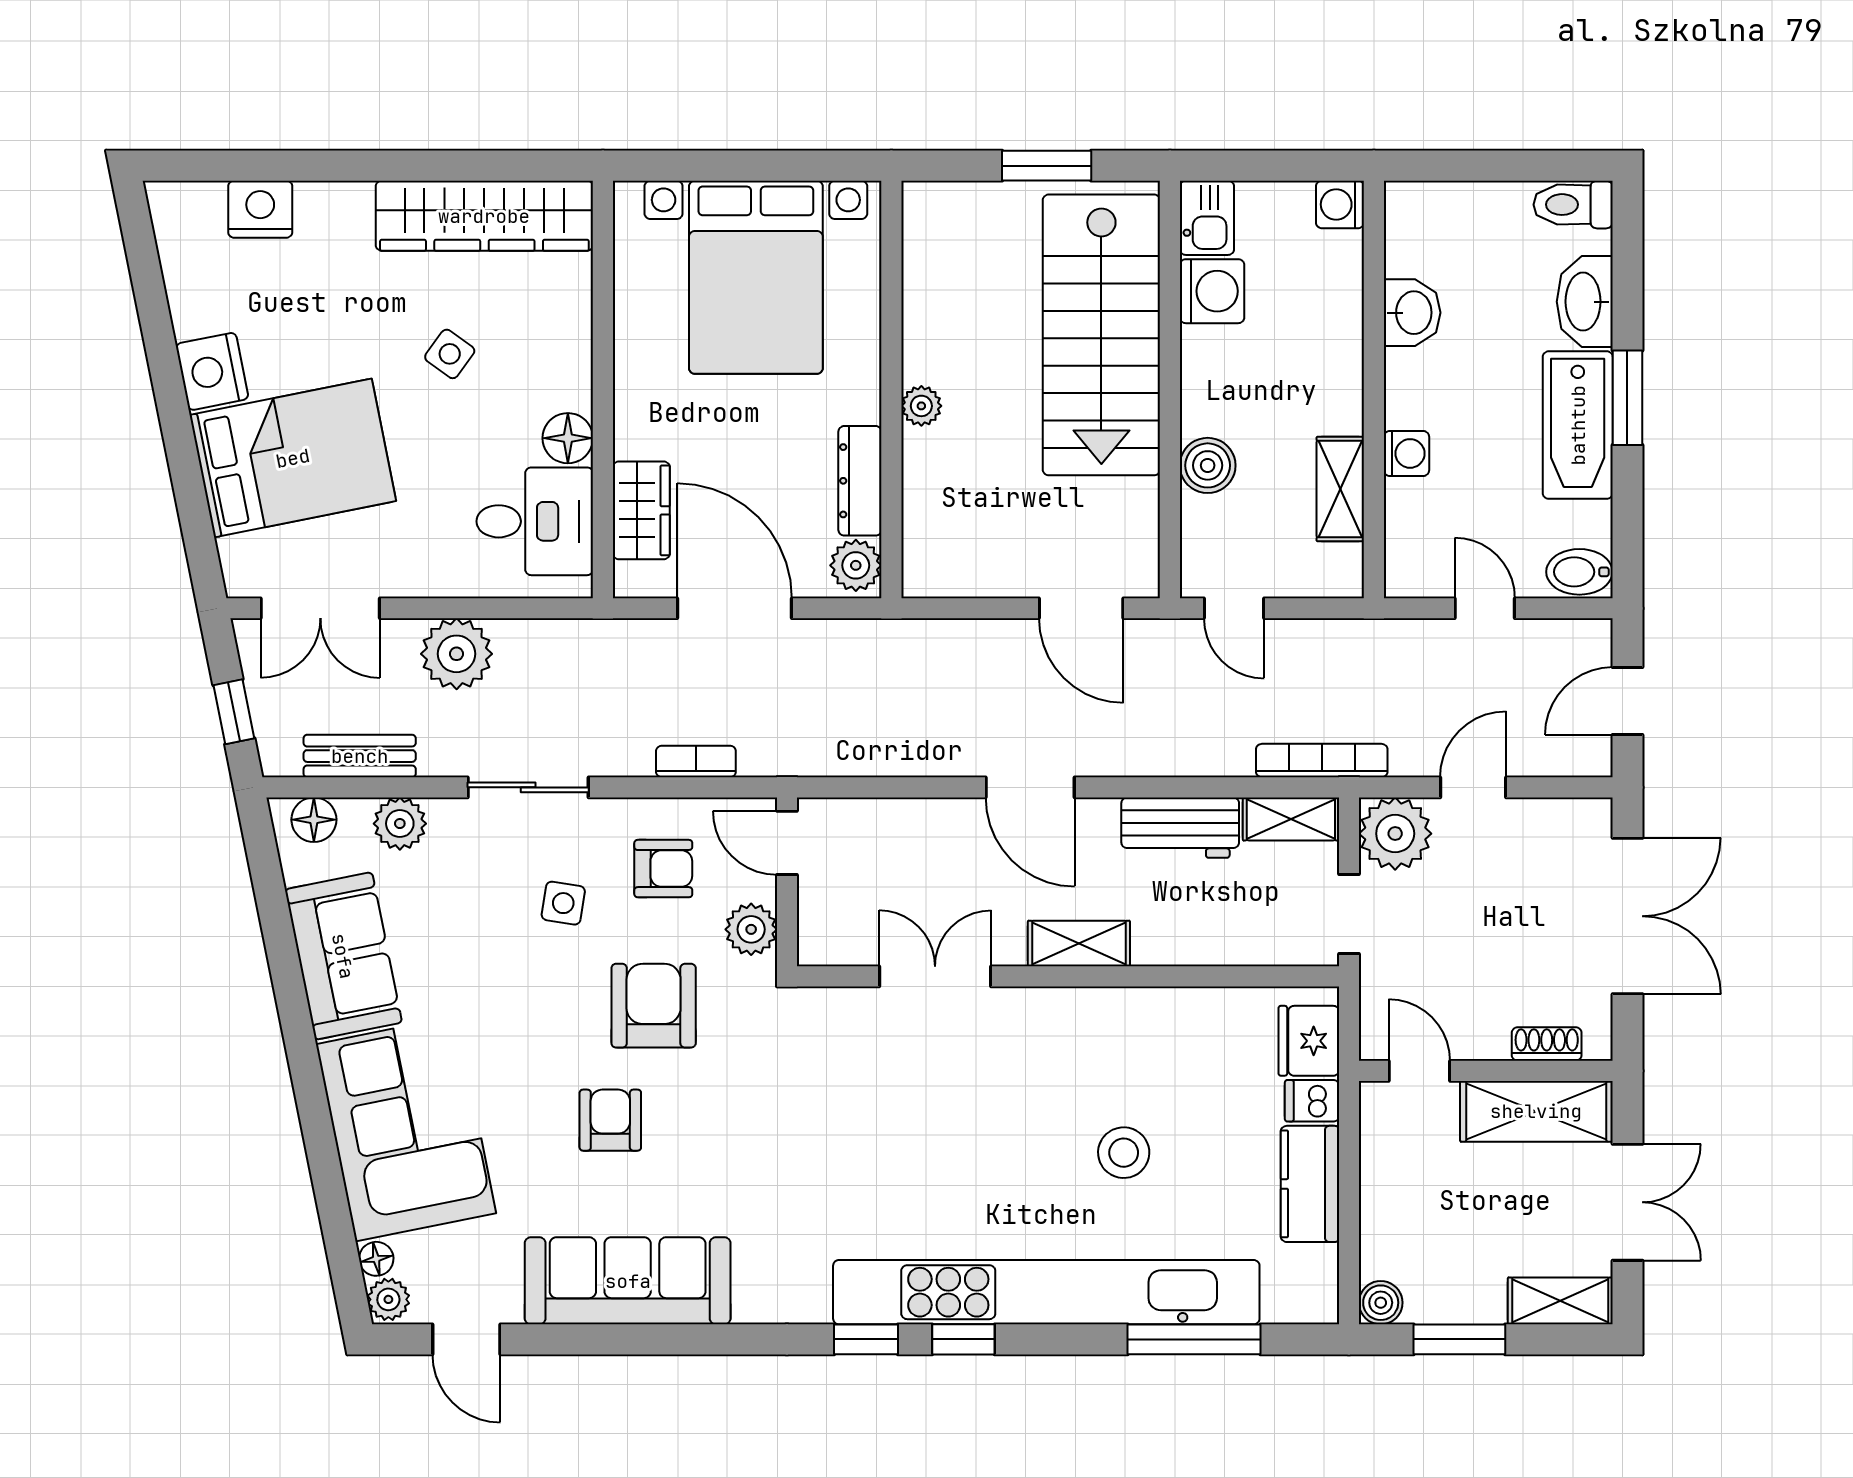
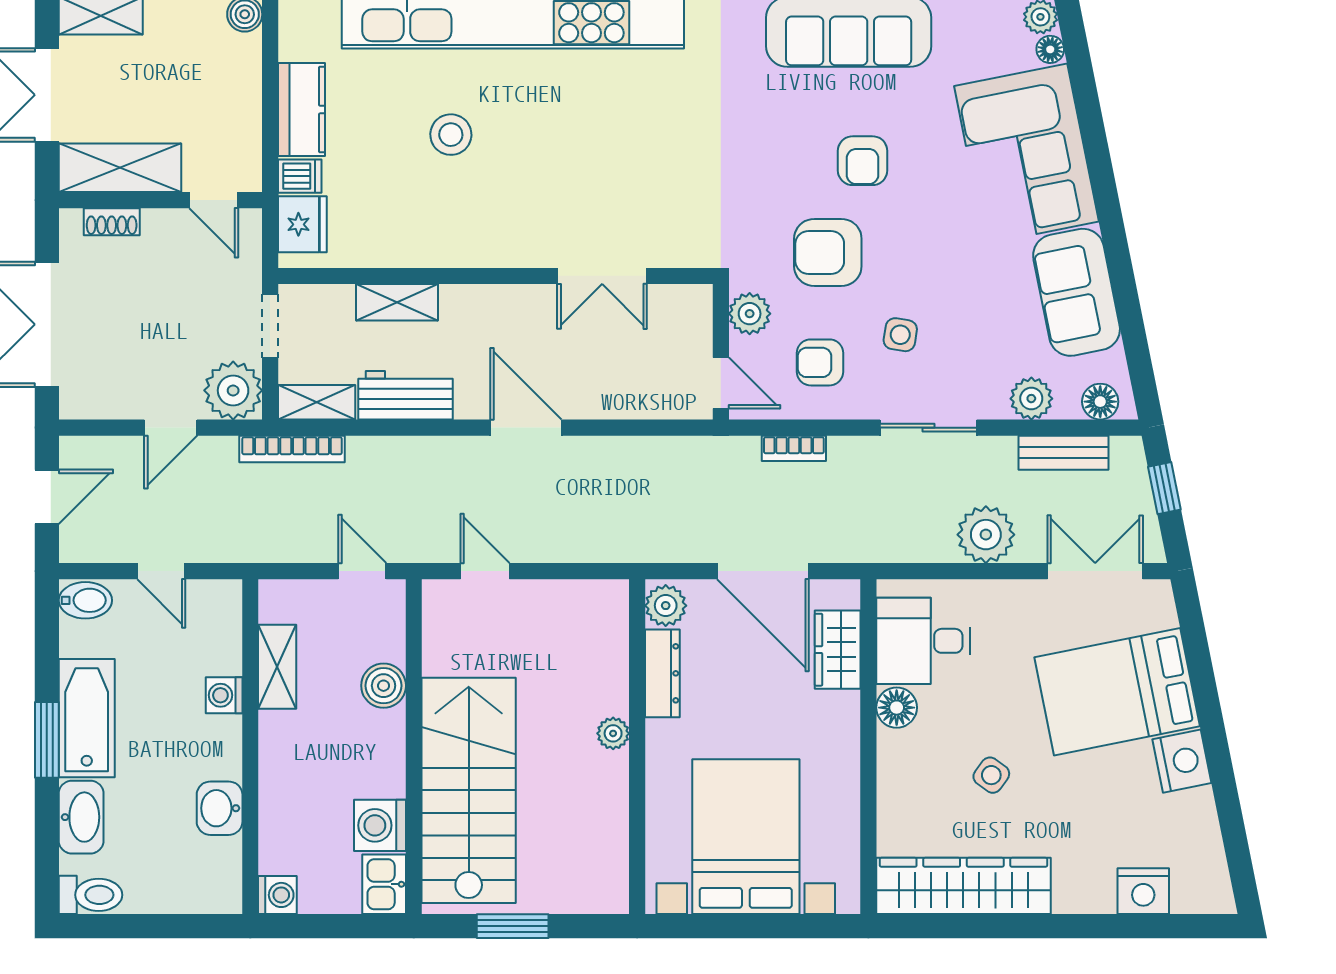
door: (1081, 608) -> (485, 571), width x0.73
shelving: (1079, 943) -> (397, 302), moved
armchair: (654, 1006) -> (828, 252), turned 90

